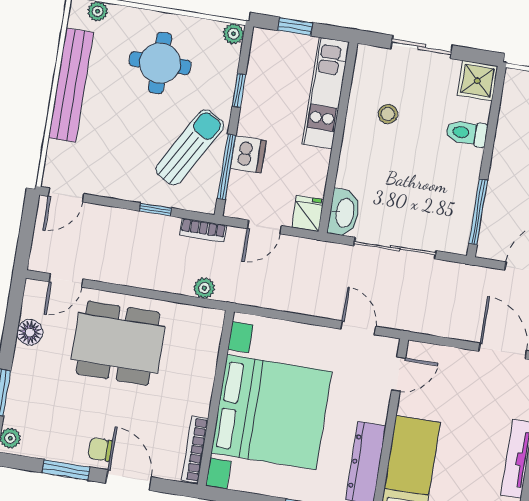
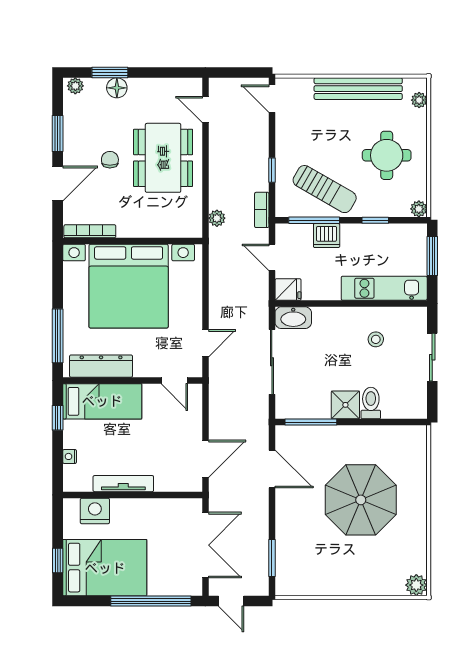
window: (295, 26) -> (432, 256), width x1.50
shower: (477, 81) -> (345, 405), moved
floor lamp: (30, 332) -> (117, 88), moved
chair: (100, 449) -> (110, 160), moved

